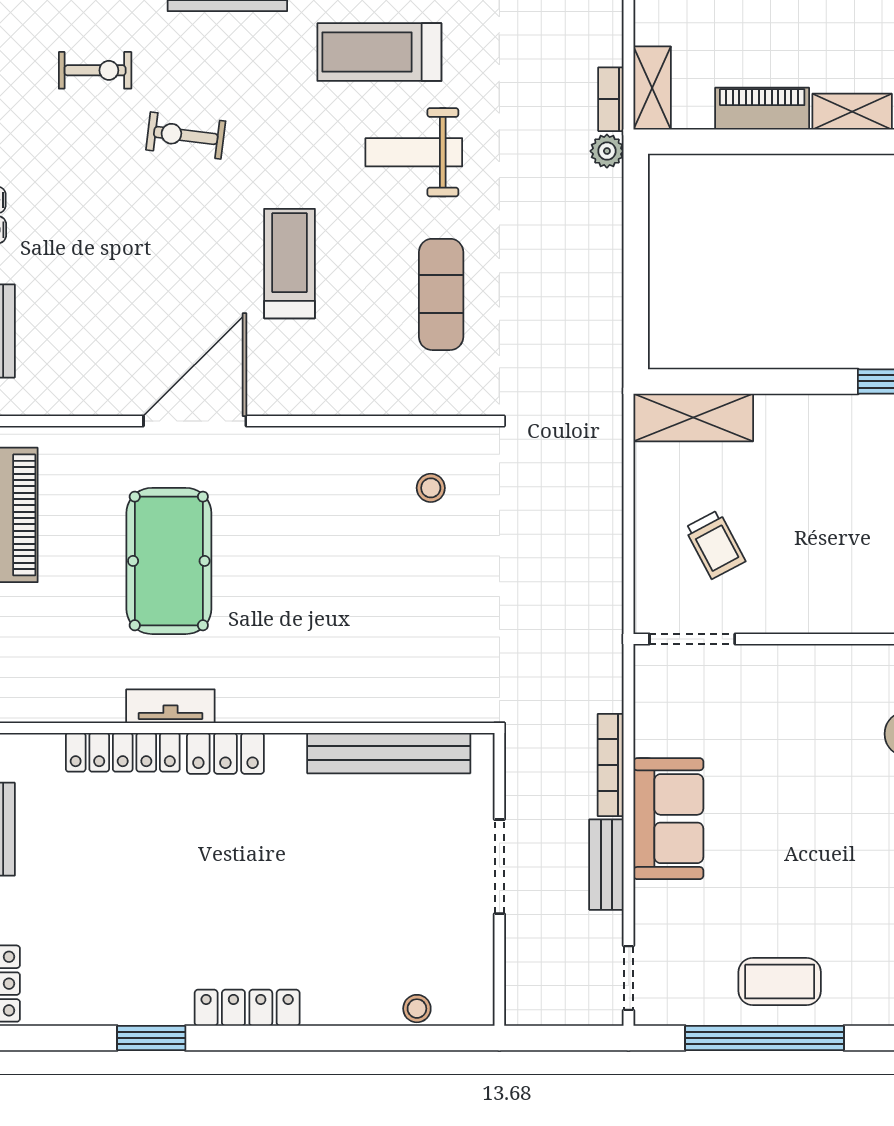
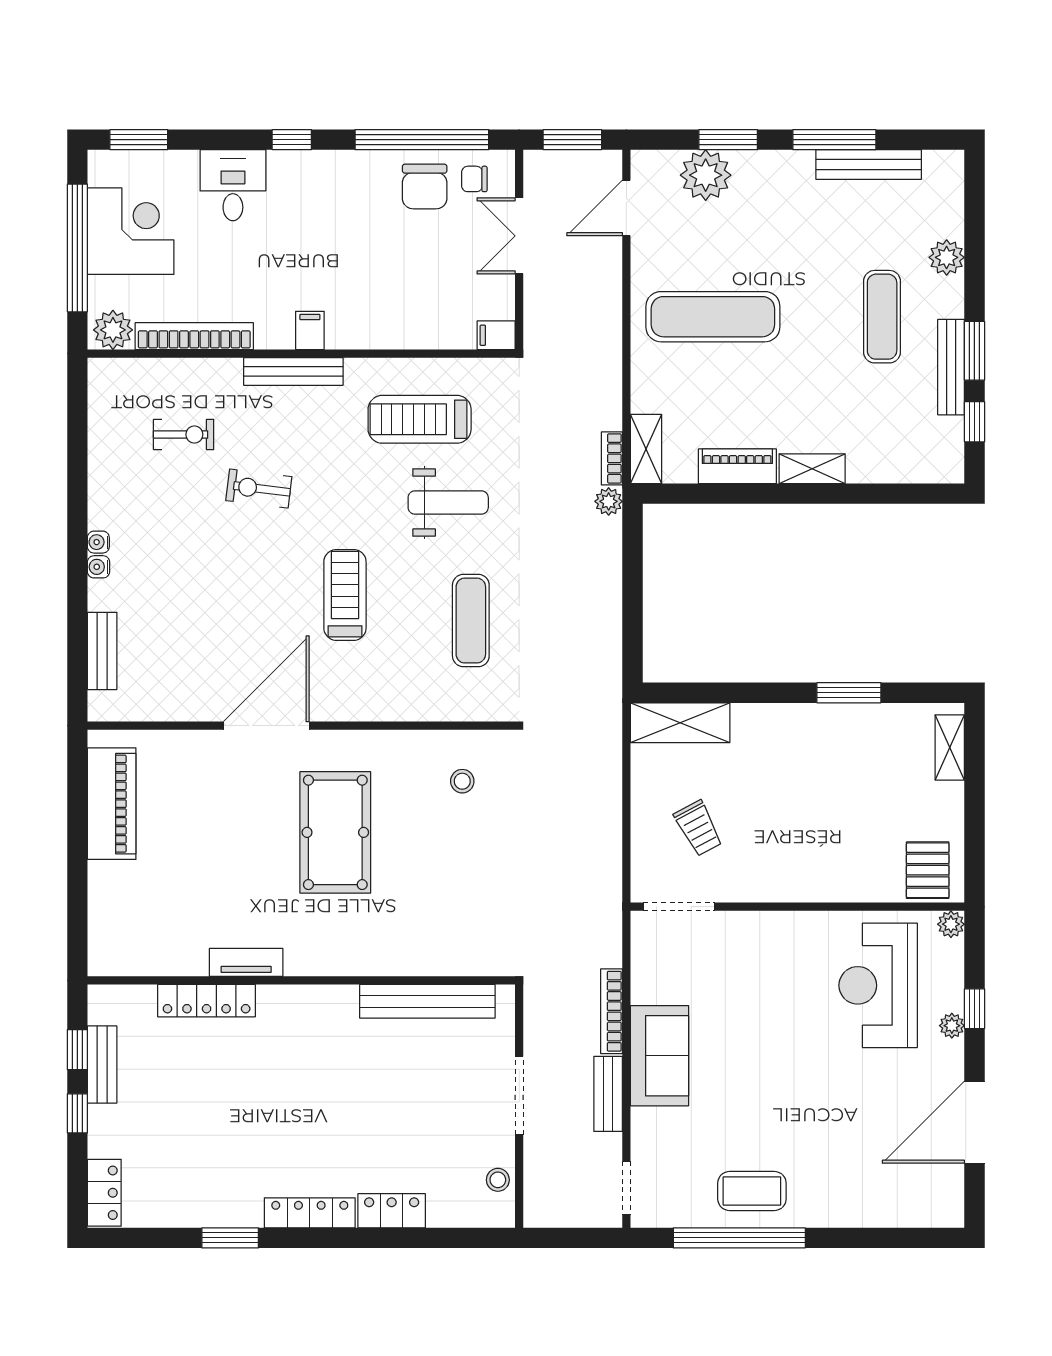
weight bench: (414, 152) -> (448, 503), turned 180
pool table: (169, 561) -> (335, 832), moved
locker: (225, 753) -> (392, 1211), moved, turned 180
stool: (417, 1009) -> (498, 1180), moved

